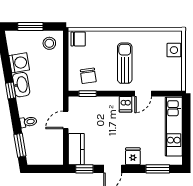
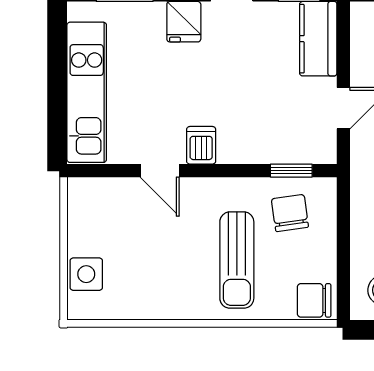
sun lounger: (125, 63) -> (237, 260), moved
door: (143, 94) -> (160, 171), swing flipped

